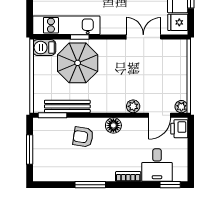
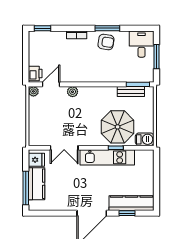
kitchen unit: (66, 25) -> (107, 157), moved
bench: (67, 106) -> (131, 92), width x0.73
floor lamp: (113, 125) -> (89, 76), removed
armchair: (83, 137) -> (106, 42), moved
desk: (157, 165) -> (142, 44), moved

